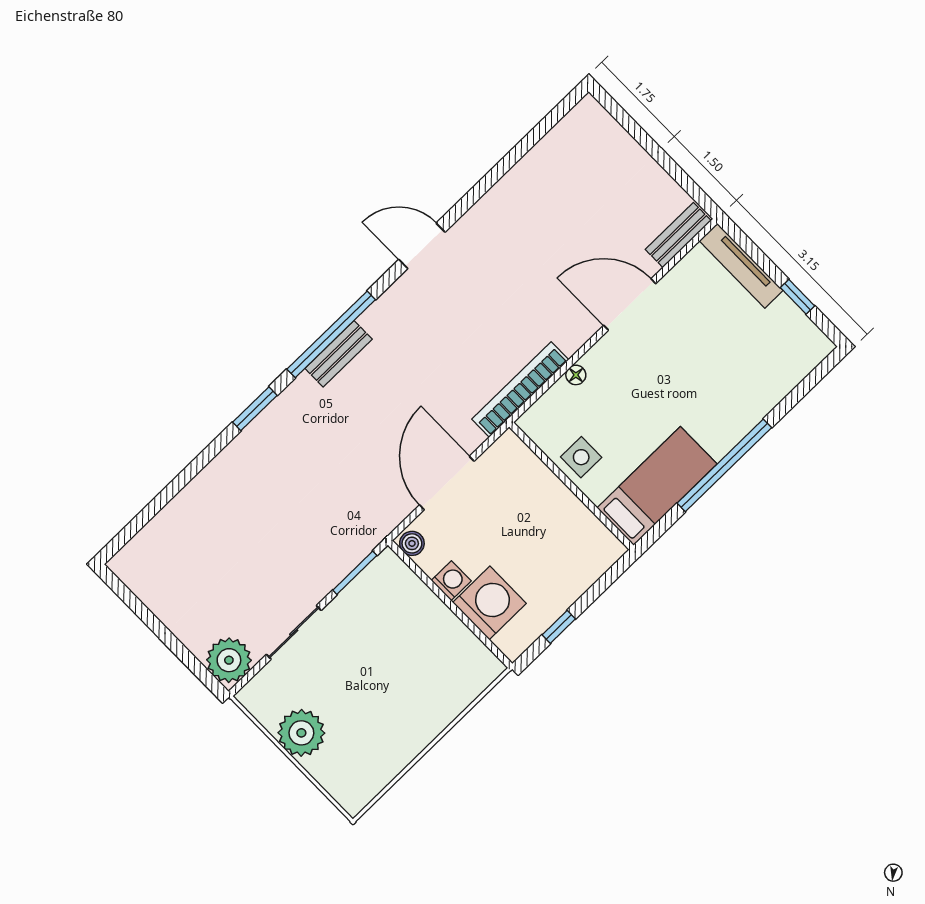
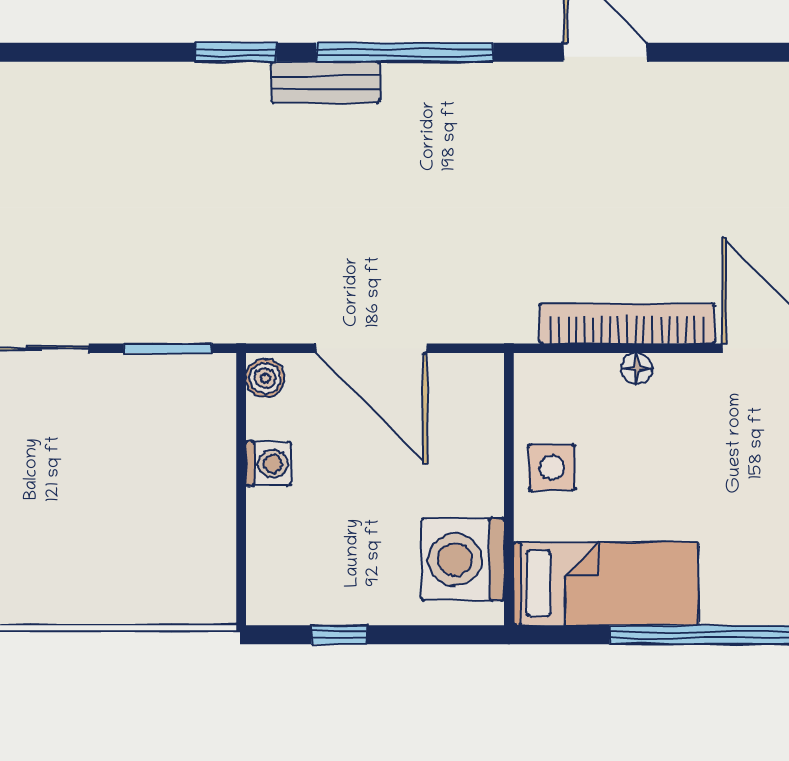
bench: (339, 354) -> (325, 82), moved
bookcase: (520, 389) -> (627, 324), moved
door: (447, 483) -> (371, 348), swing flipped
washing machine: (490, 603) -> (463, 560), moved, turned 180

